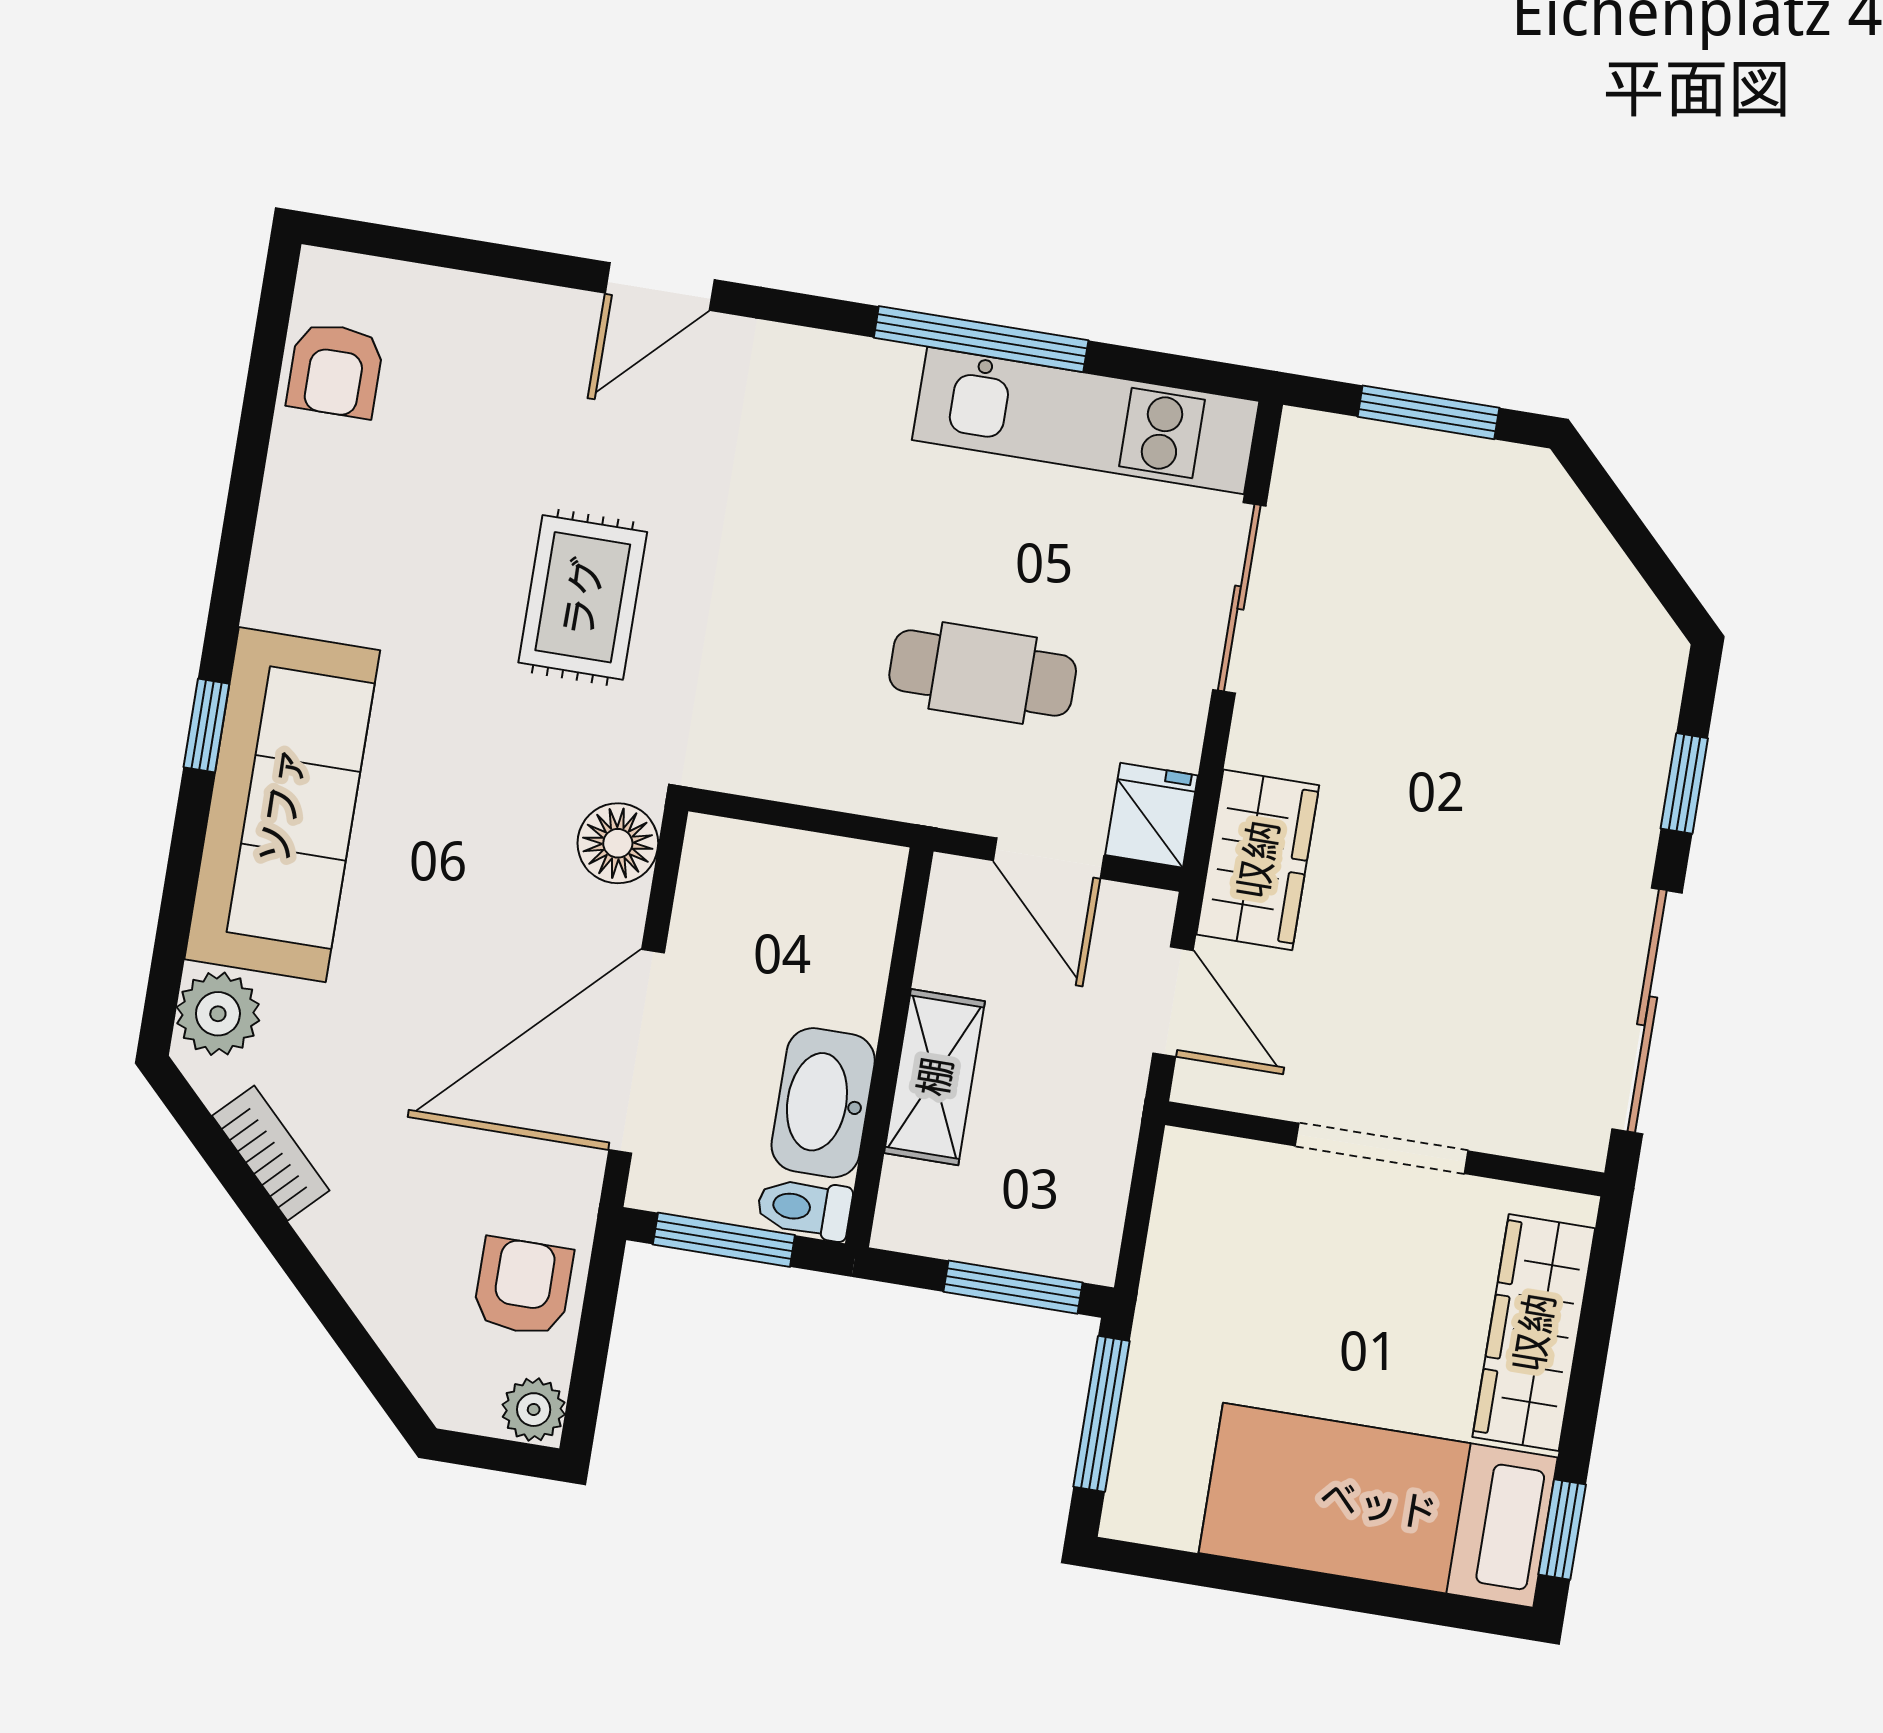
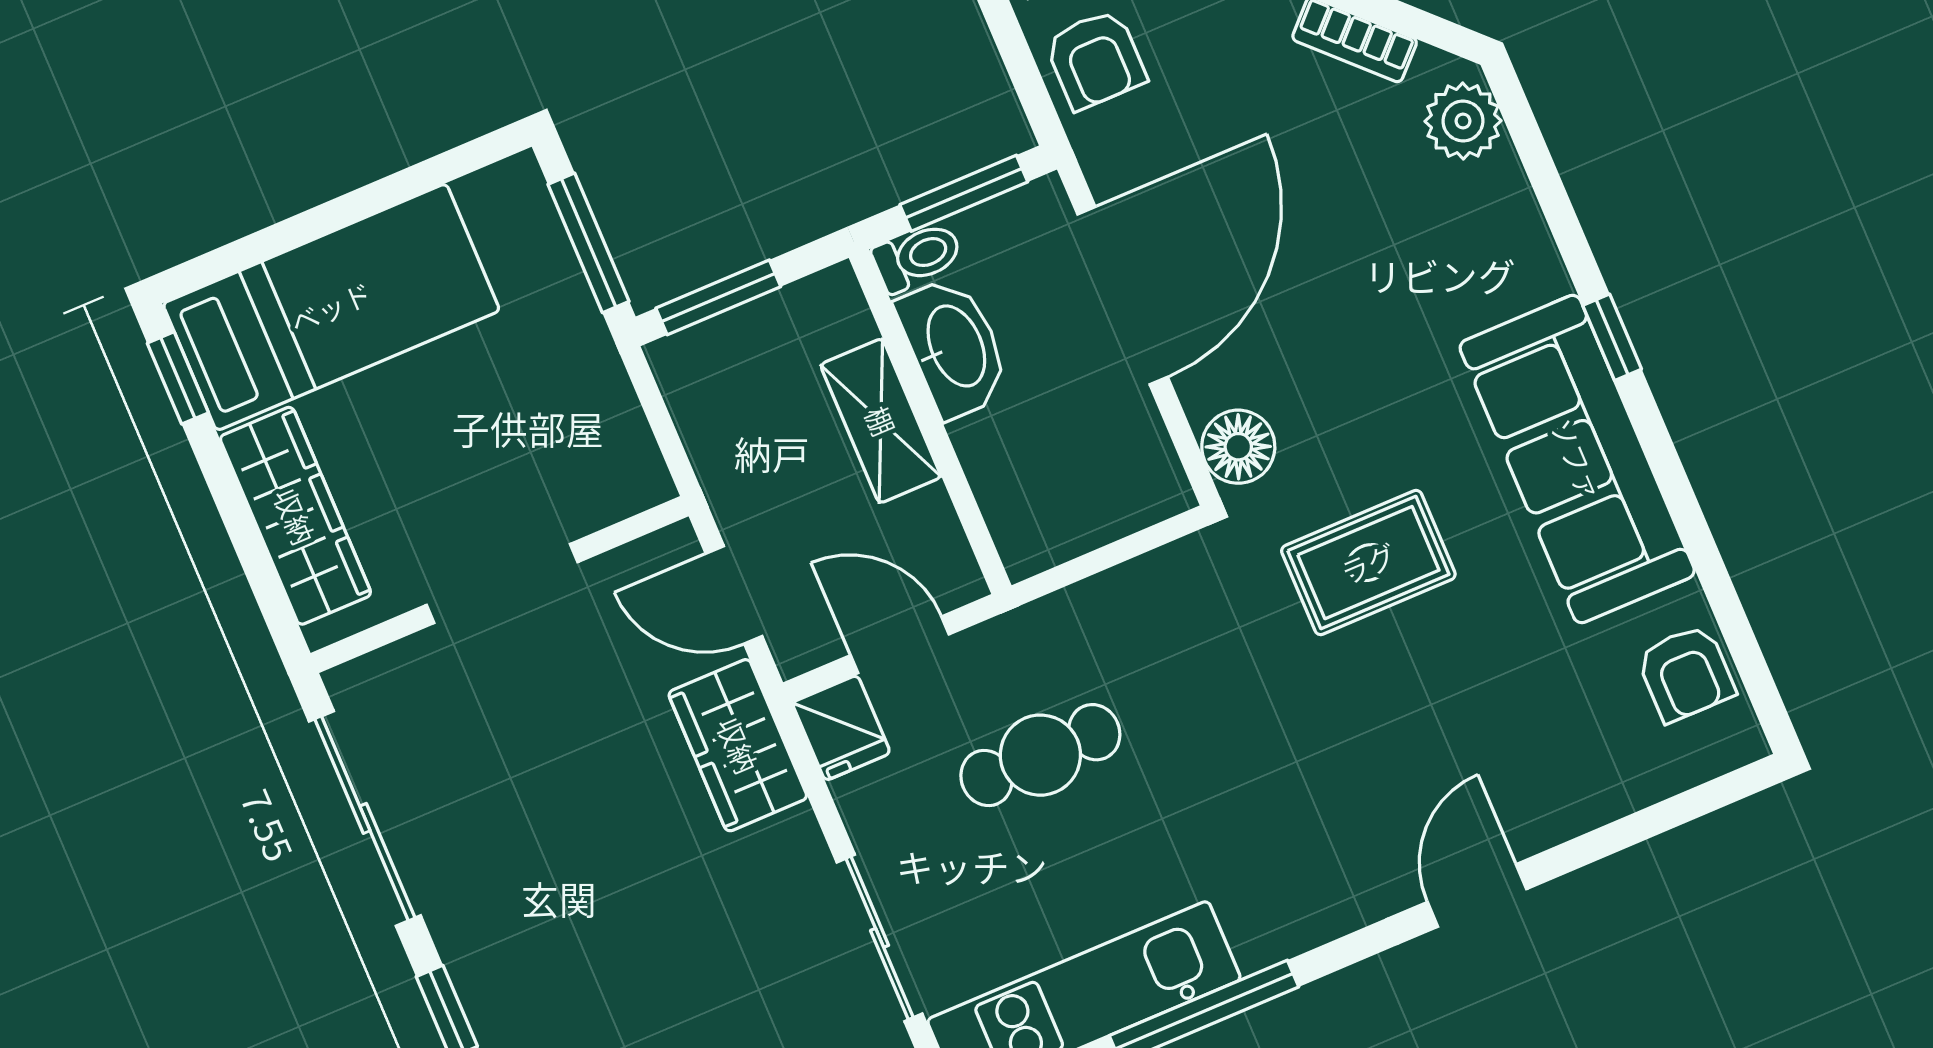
armchair: (335, 370) -> (1686, 673), turned 180
rug: (583, 597) -> (1368, 563), moved, turned 90
sofa: (282, 805) -> (1577, 459), moved

